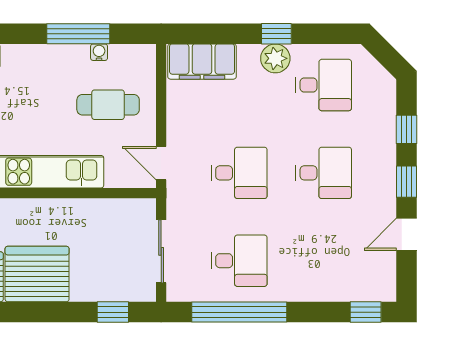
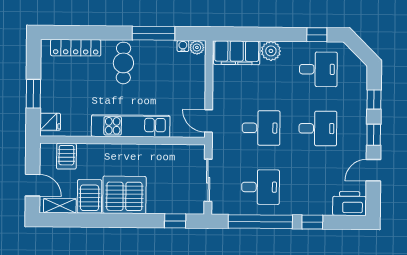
window: (276, 34) -> (317, 35), moved
water cooler: (99, 52) -> (183, 46), moved
plant: (143, 54) -> (197, 47), added
plant: (275, 58) -> (271, 51), moved
cafe table: (108, 105) -> (123, 63), moved, turned 90
printer: (372, 284) -> (350, 204), added
window: (366, 312) -> (312, 222), moved

